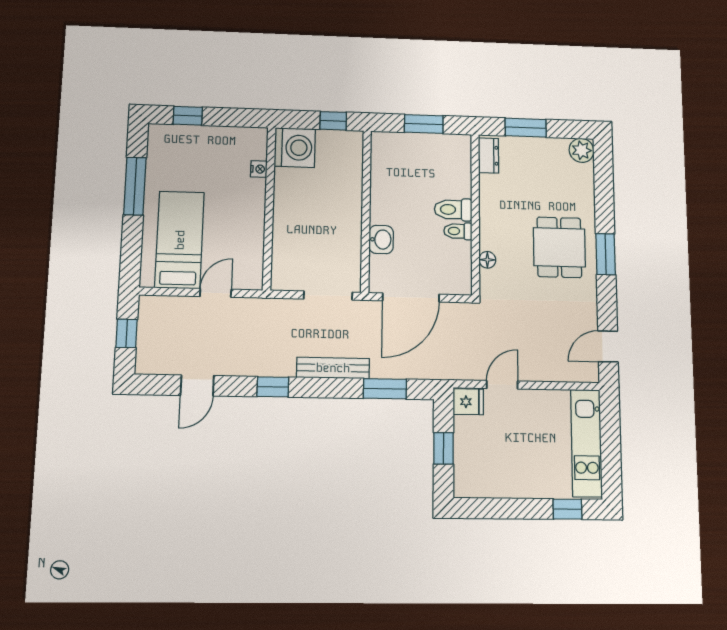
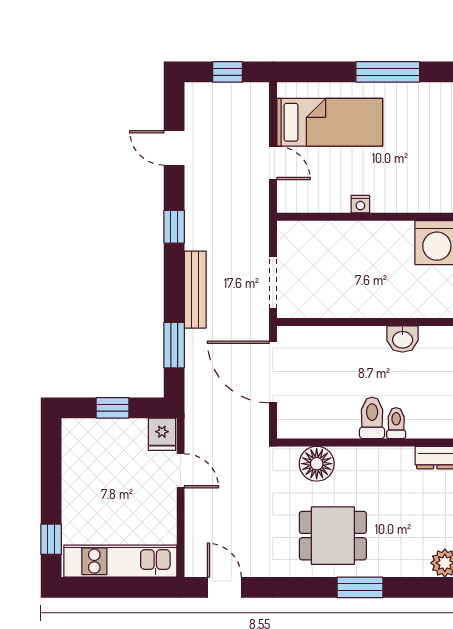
nightstand: (259, 169) -> (360, 204), moved
toilet: (458, 231) -> (396, 423), moved
washbasin: (381, 240) -> (403, 339), moved
window: (606, 254) -> (360, 587), moved
floor lamp: (487, 260) -> (317, 464), width x1.89, depth x1.89

